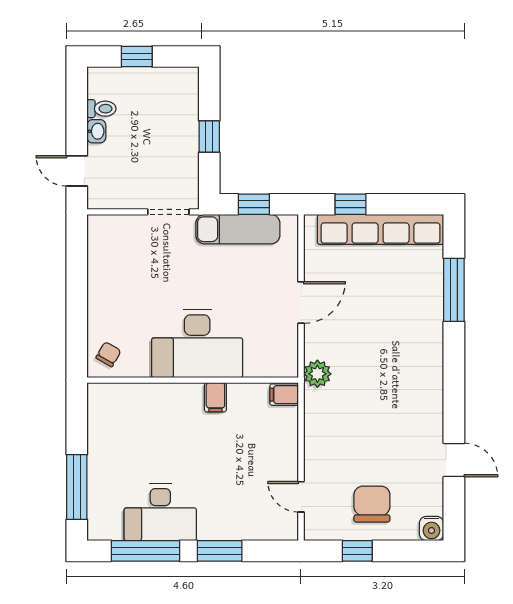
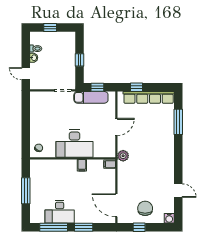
window: (77, 487) -> (26, 191), moved
door: (301, 497) -> (116, 205), width x1.88

